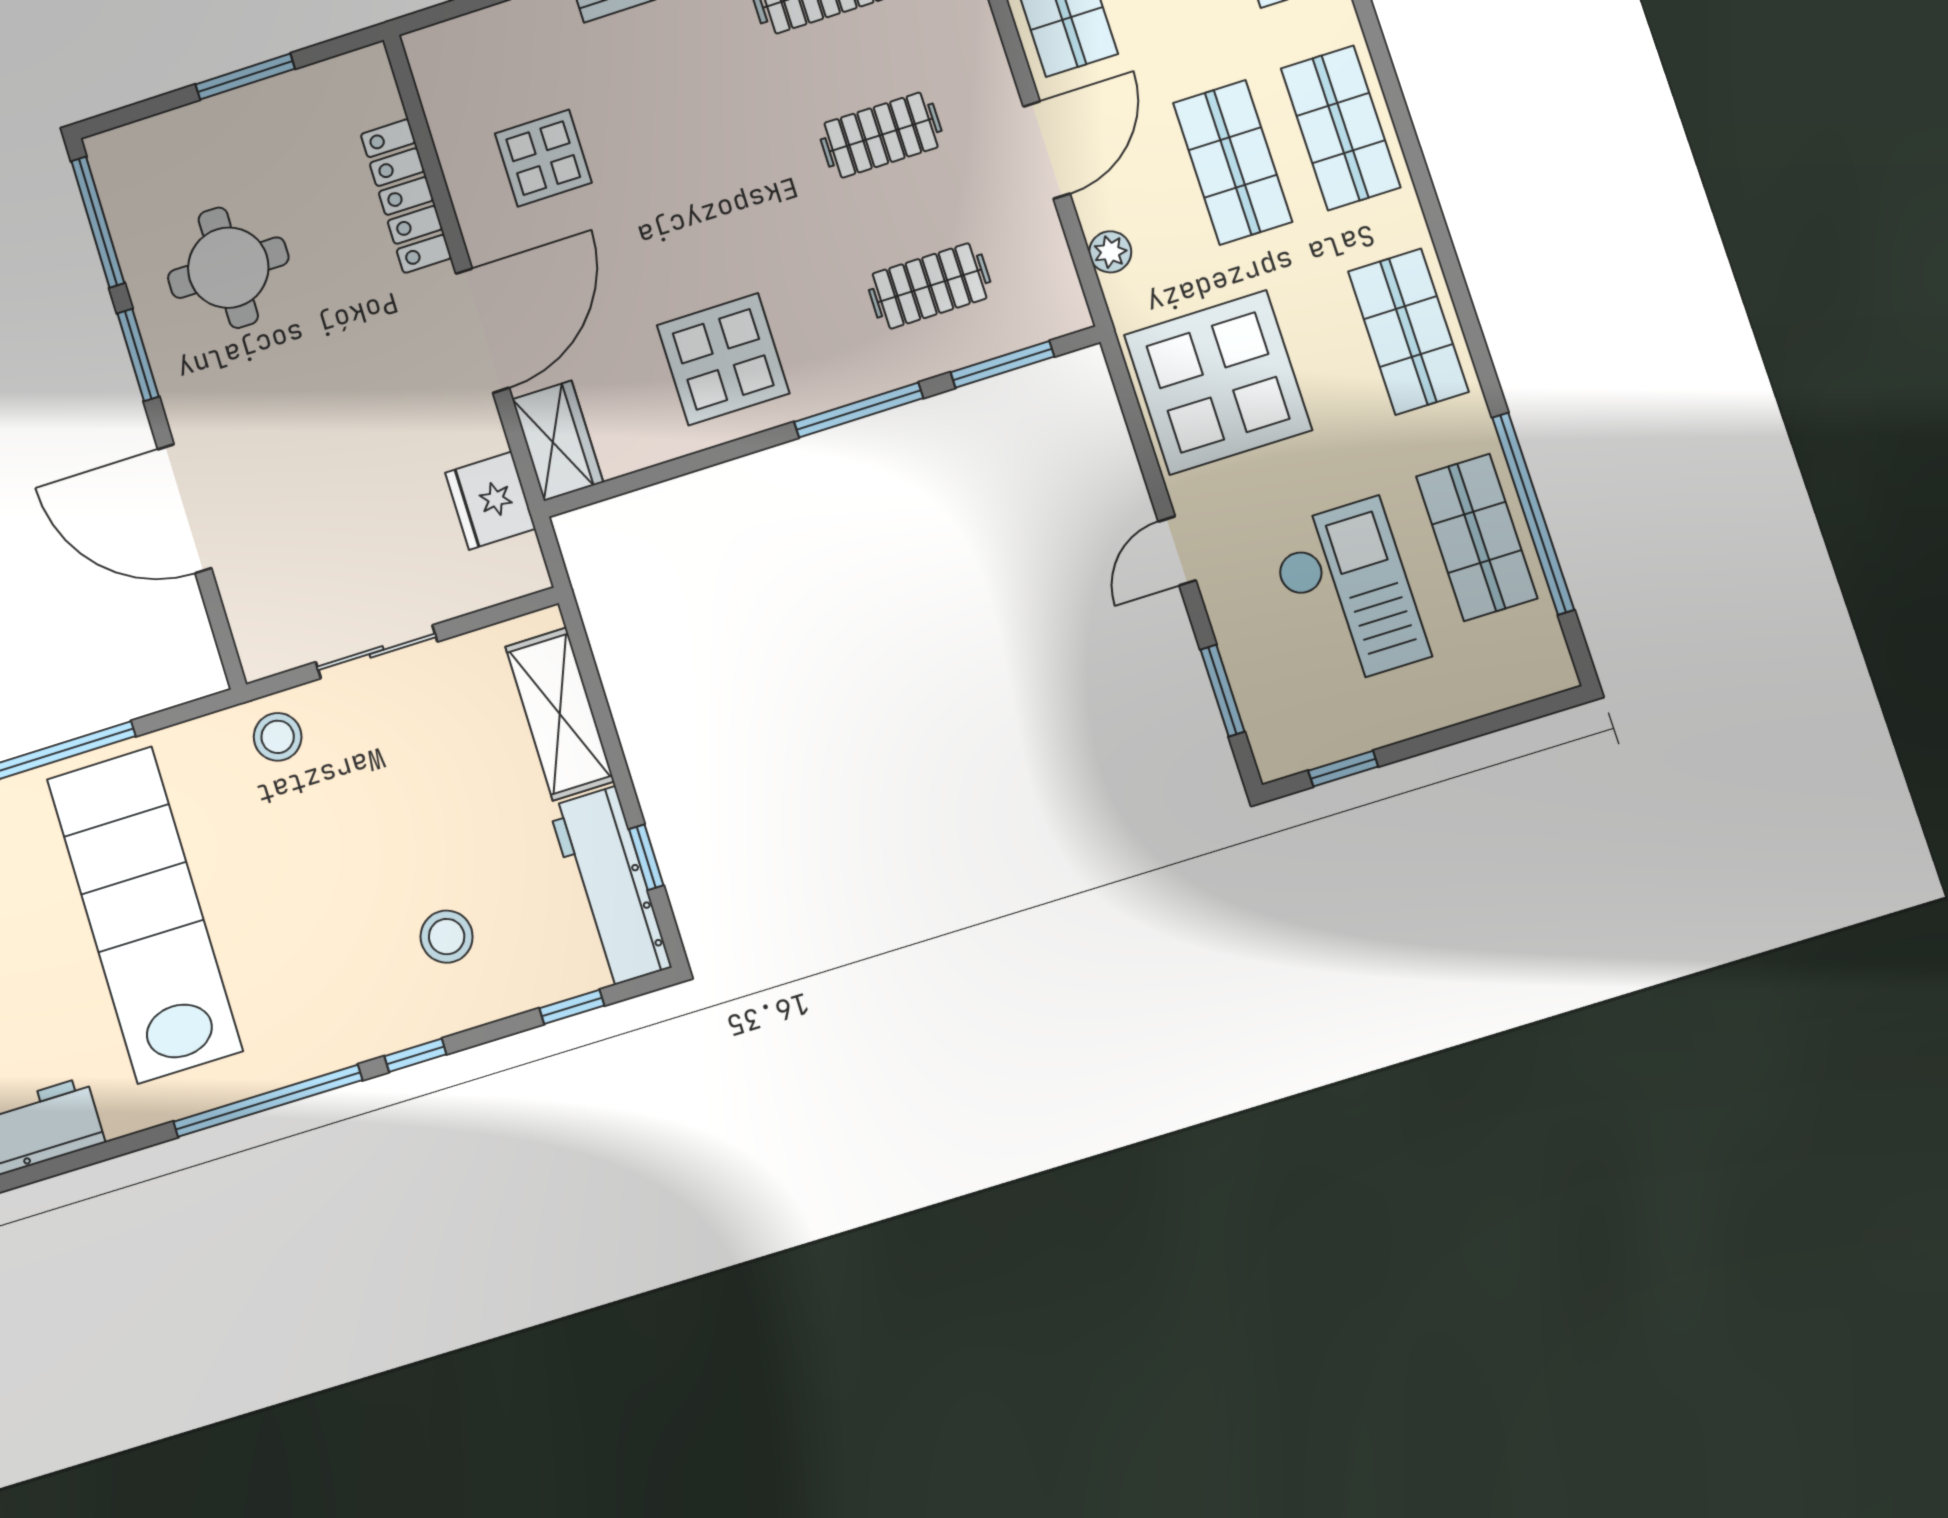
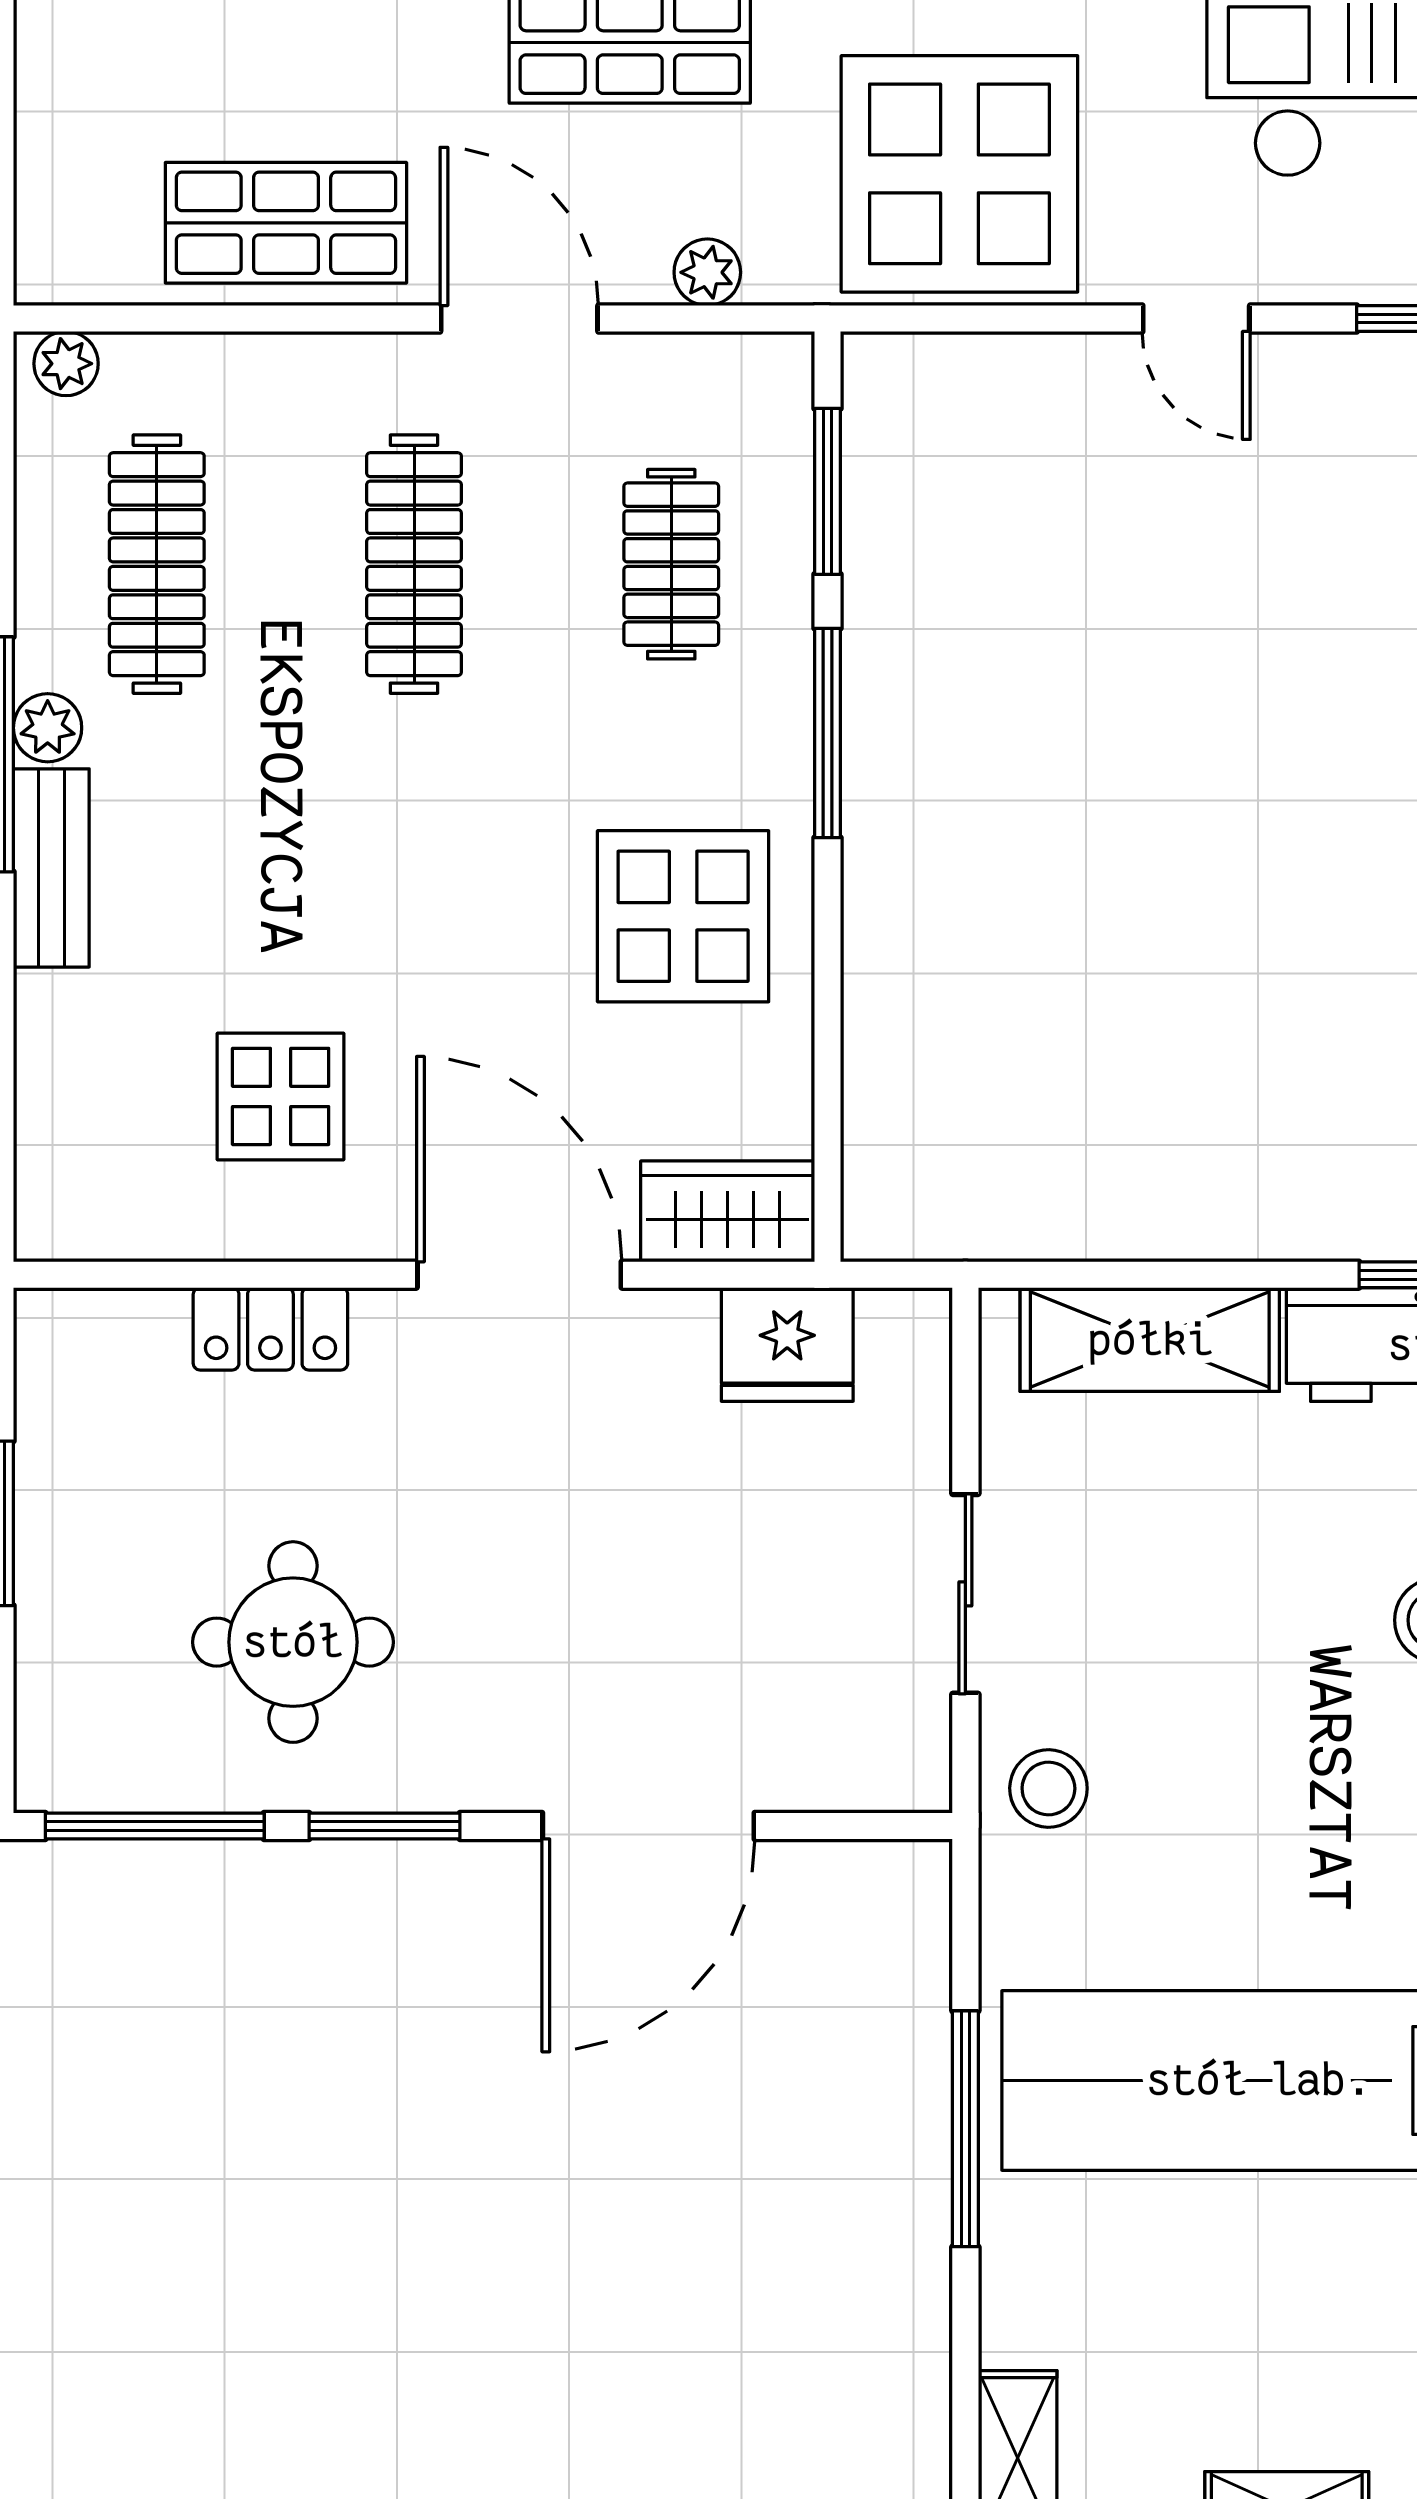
clothes rail: (881, 135) -> (414, 564), width x1.36
locker: (406, 196) -> (270, 1329), width x0.66

